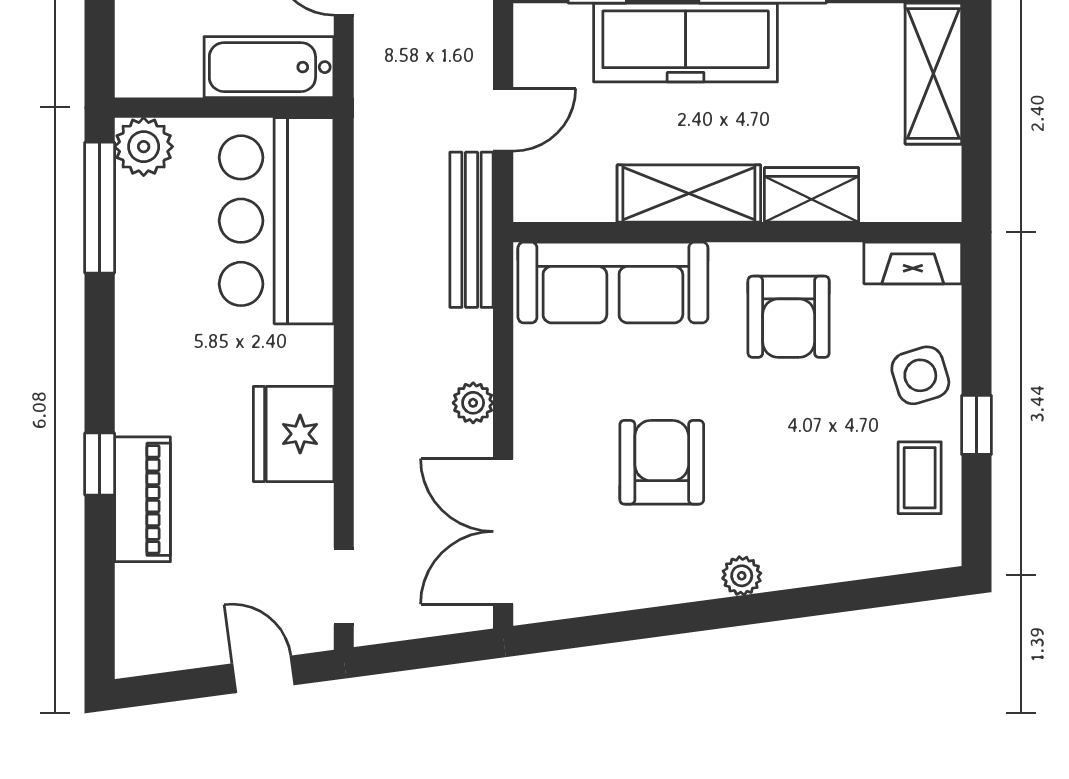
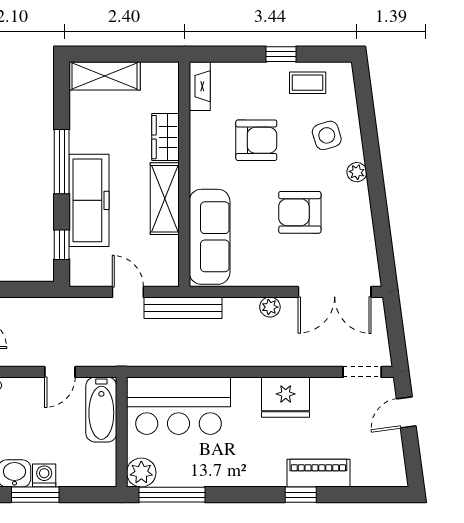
armchair: (789, 317) -> (256, 140), moved
side table: (920, 375) -> (327, 135), moved

